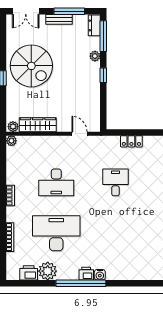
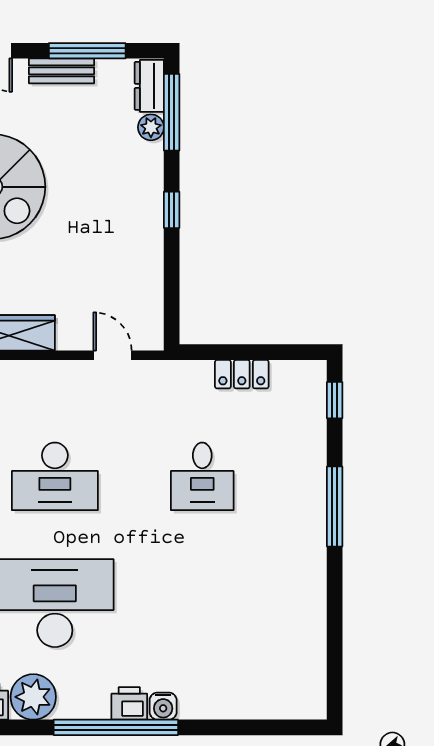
plant: (95, 56) -> (151, 127), moved
desk: (115, 182) -> (202, 476), turned 180

